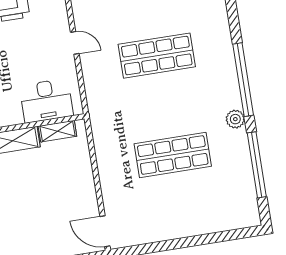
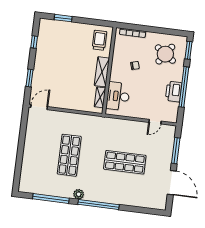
door: (75, 43) -> (155, 122), moved
shop shelf: (157, 56) -> (125, 162), turned 90

